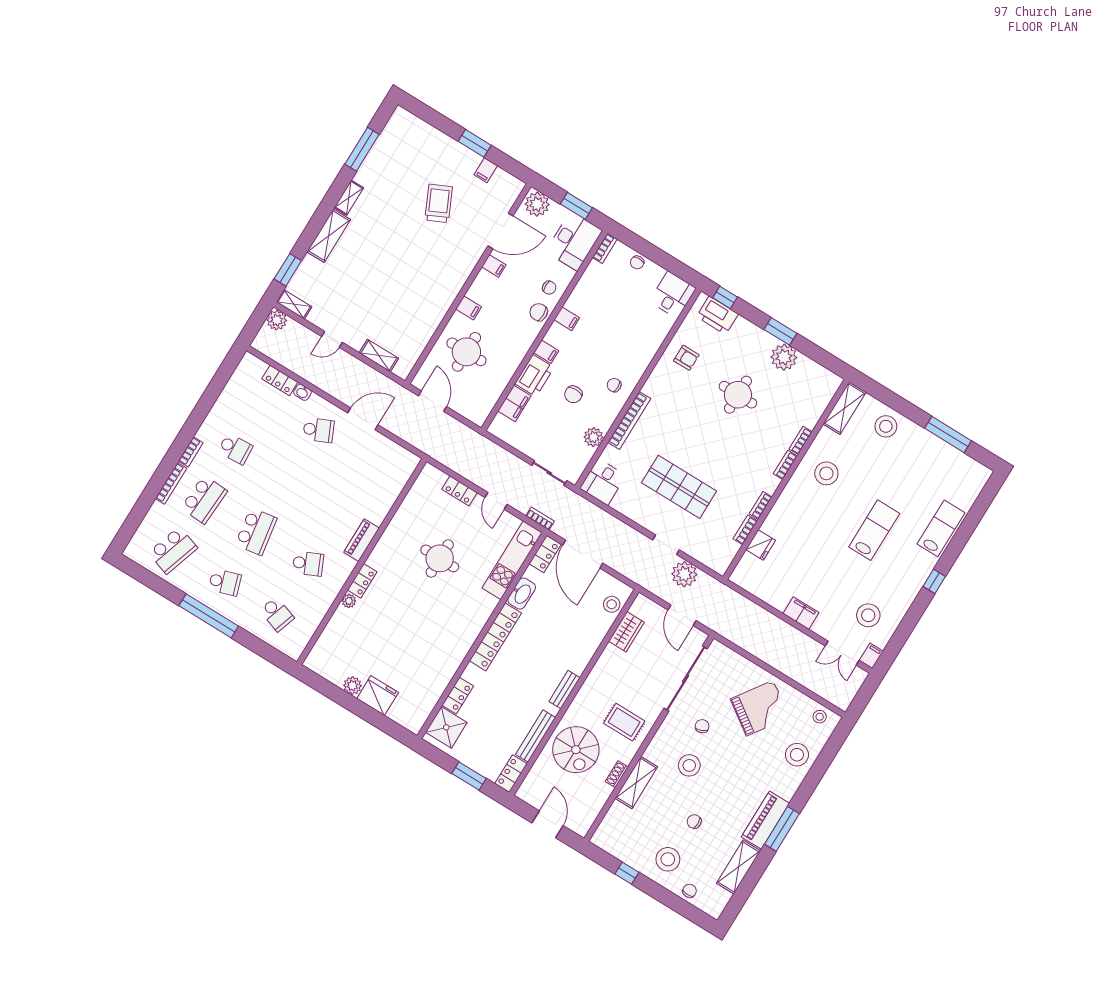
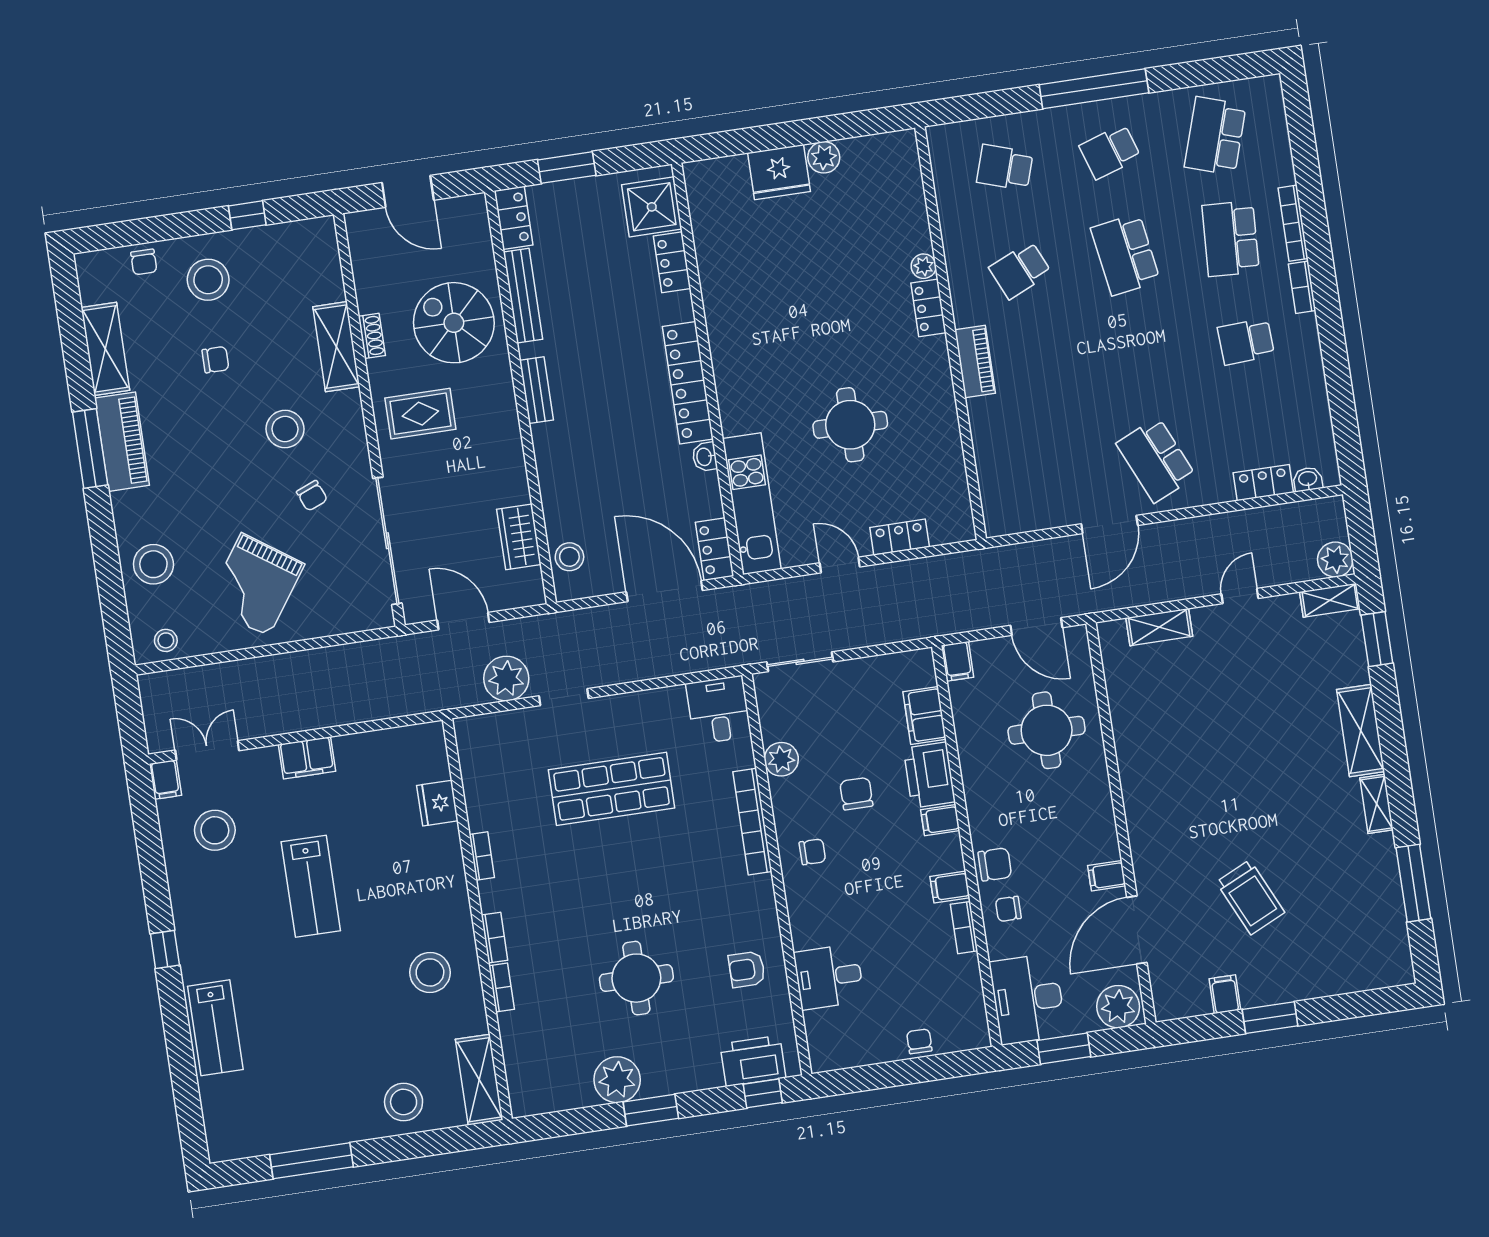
bookcase: (605, 248) -> (964, 928), moved
desk: (673, 295) -> (829, 977), moved, turned 90
filing cabinet: (469, 308) -> (957, 661), moved, turned -90
washbasin: (302, 392) -> (1308, 479), moved
school desk: (318, 430) -> (1156, 460), width x1.85
bookcase: (540, 519) -> (761, 591), removed
bookcase: (745, 530) -> (475, 806), removed
lab bench: (874, 530) -> (311, 886), moved
washbasin: (522, 594) -> (705, 457), width x0.52, depth x0.69

